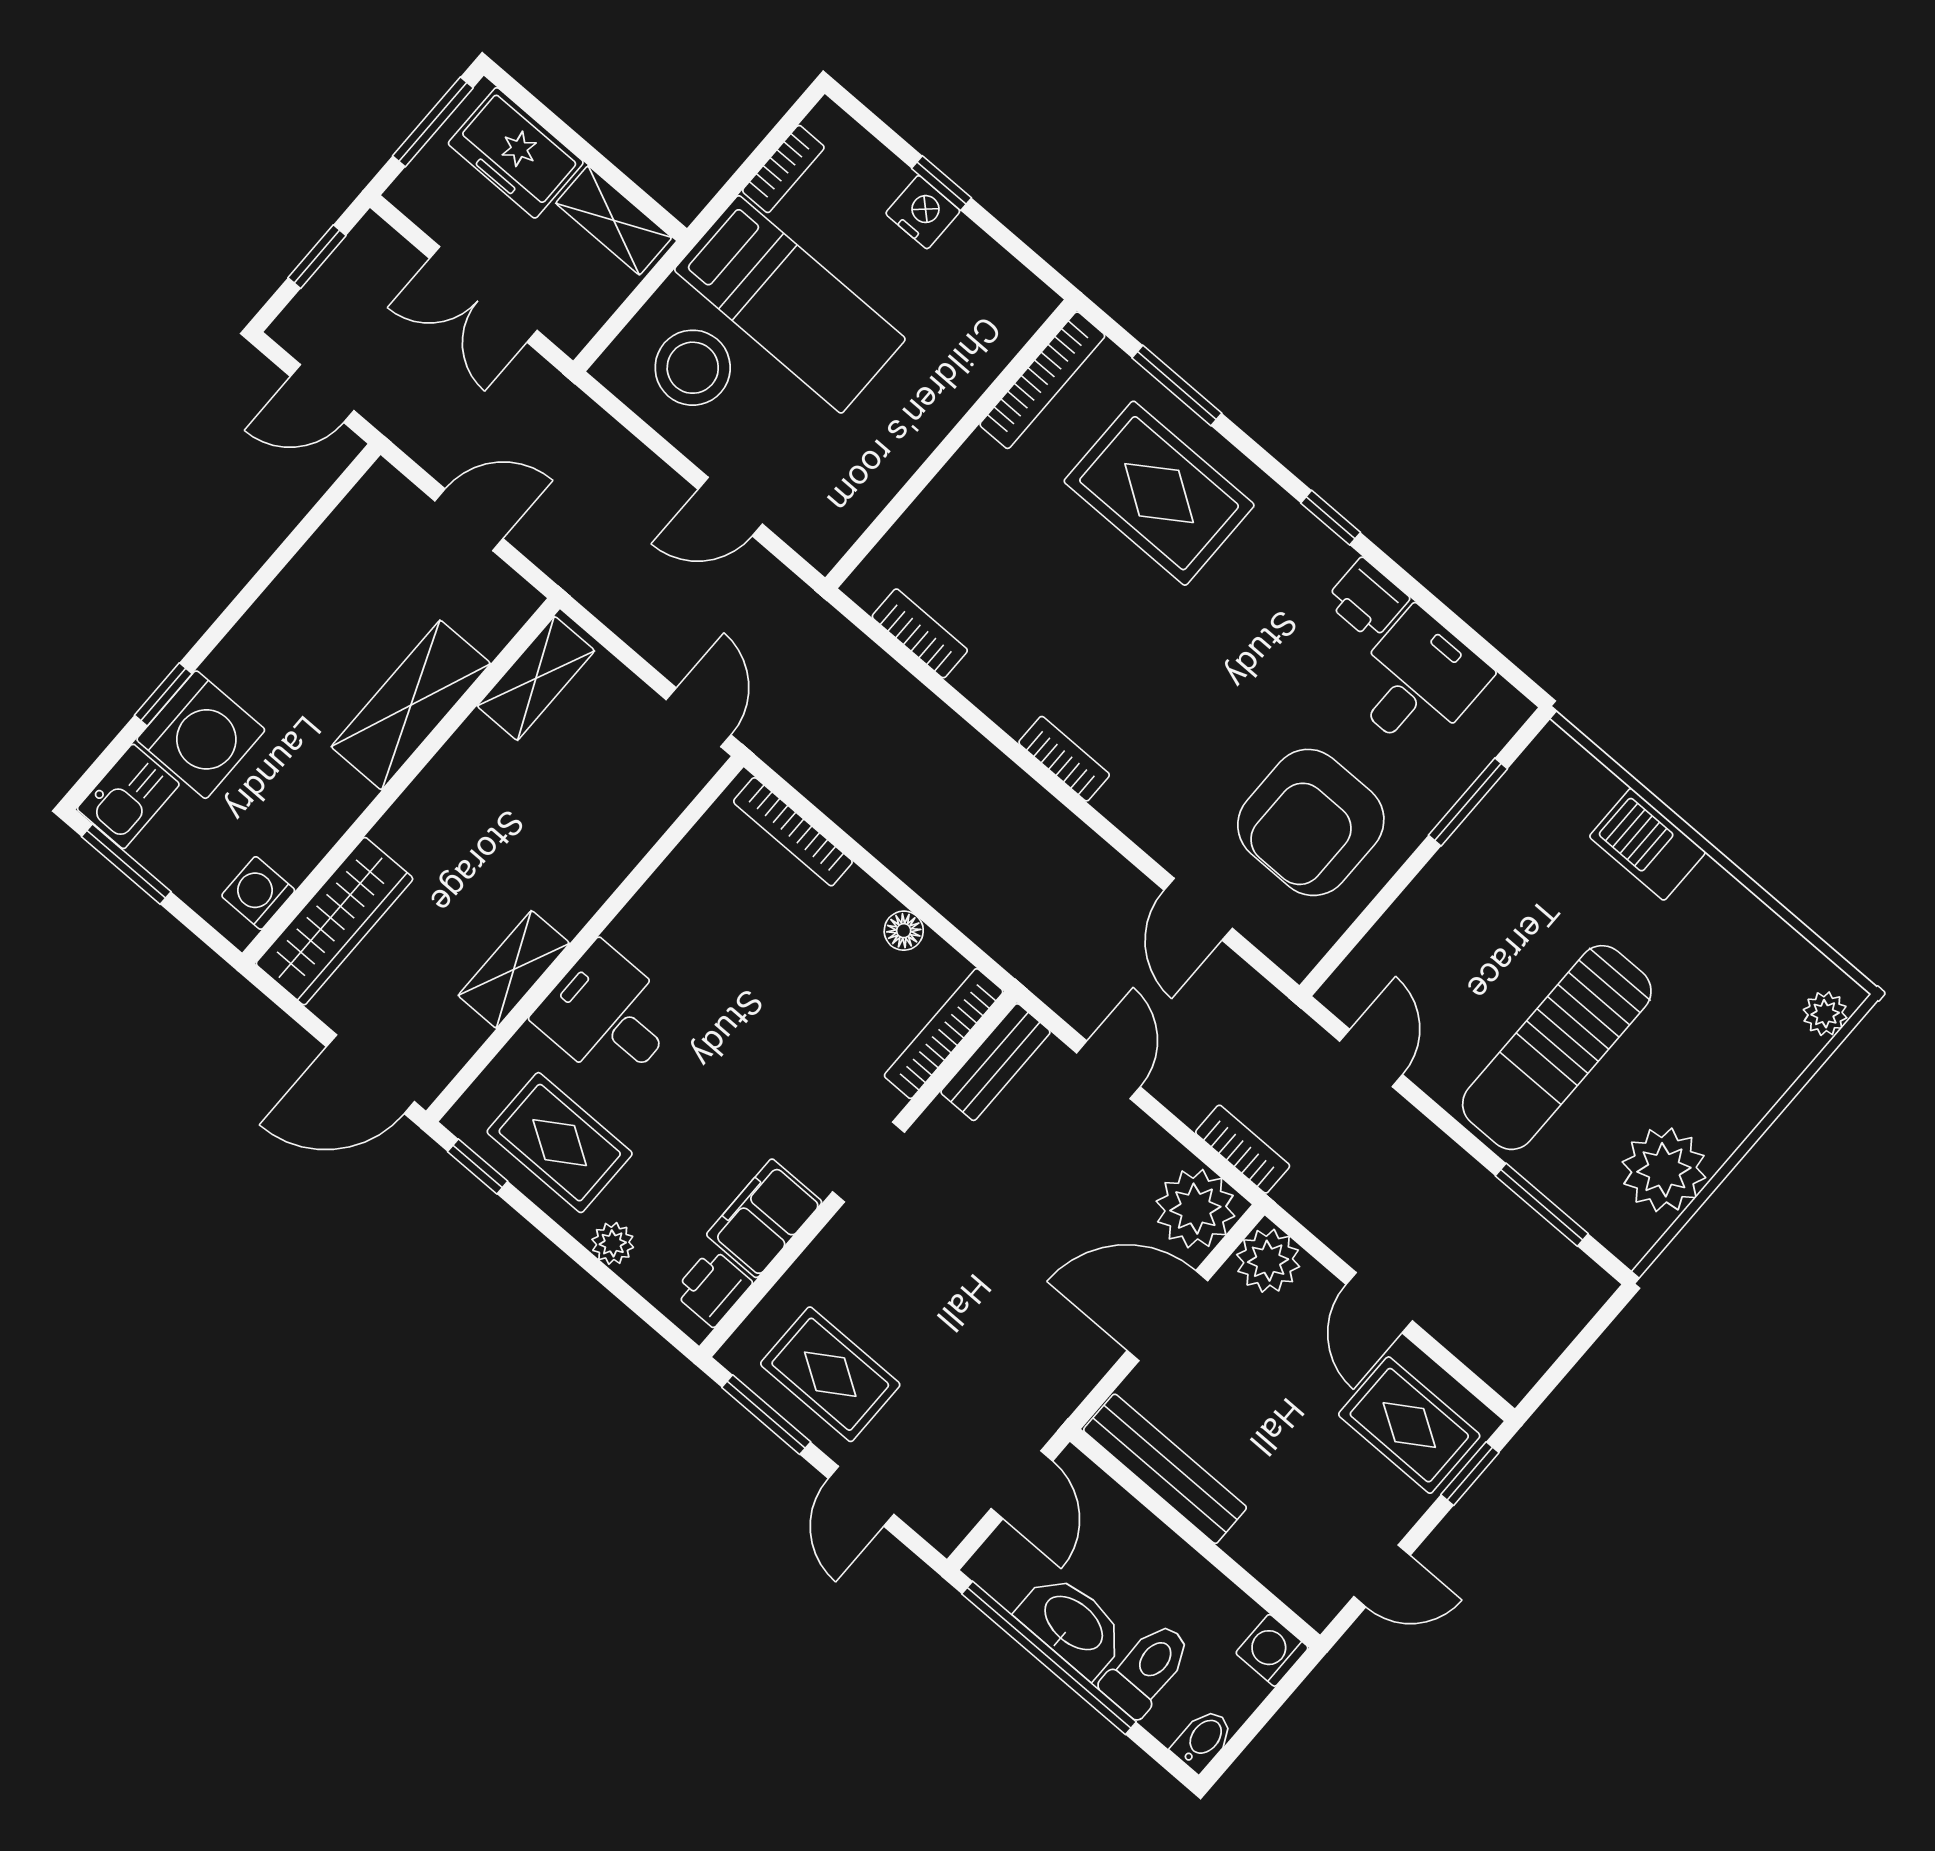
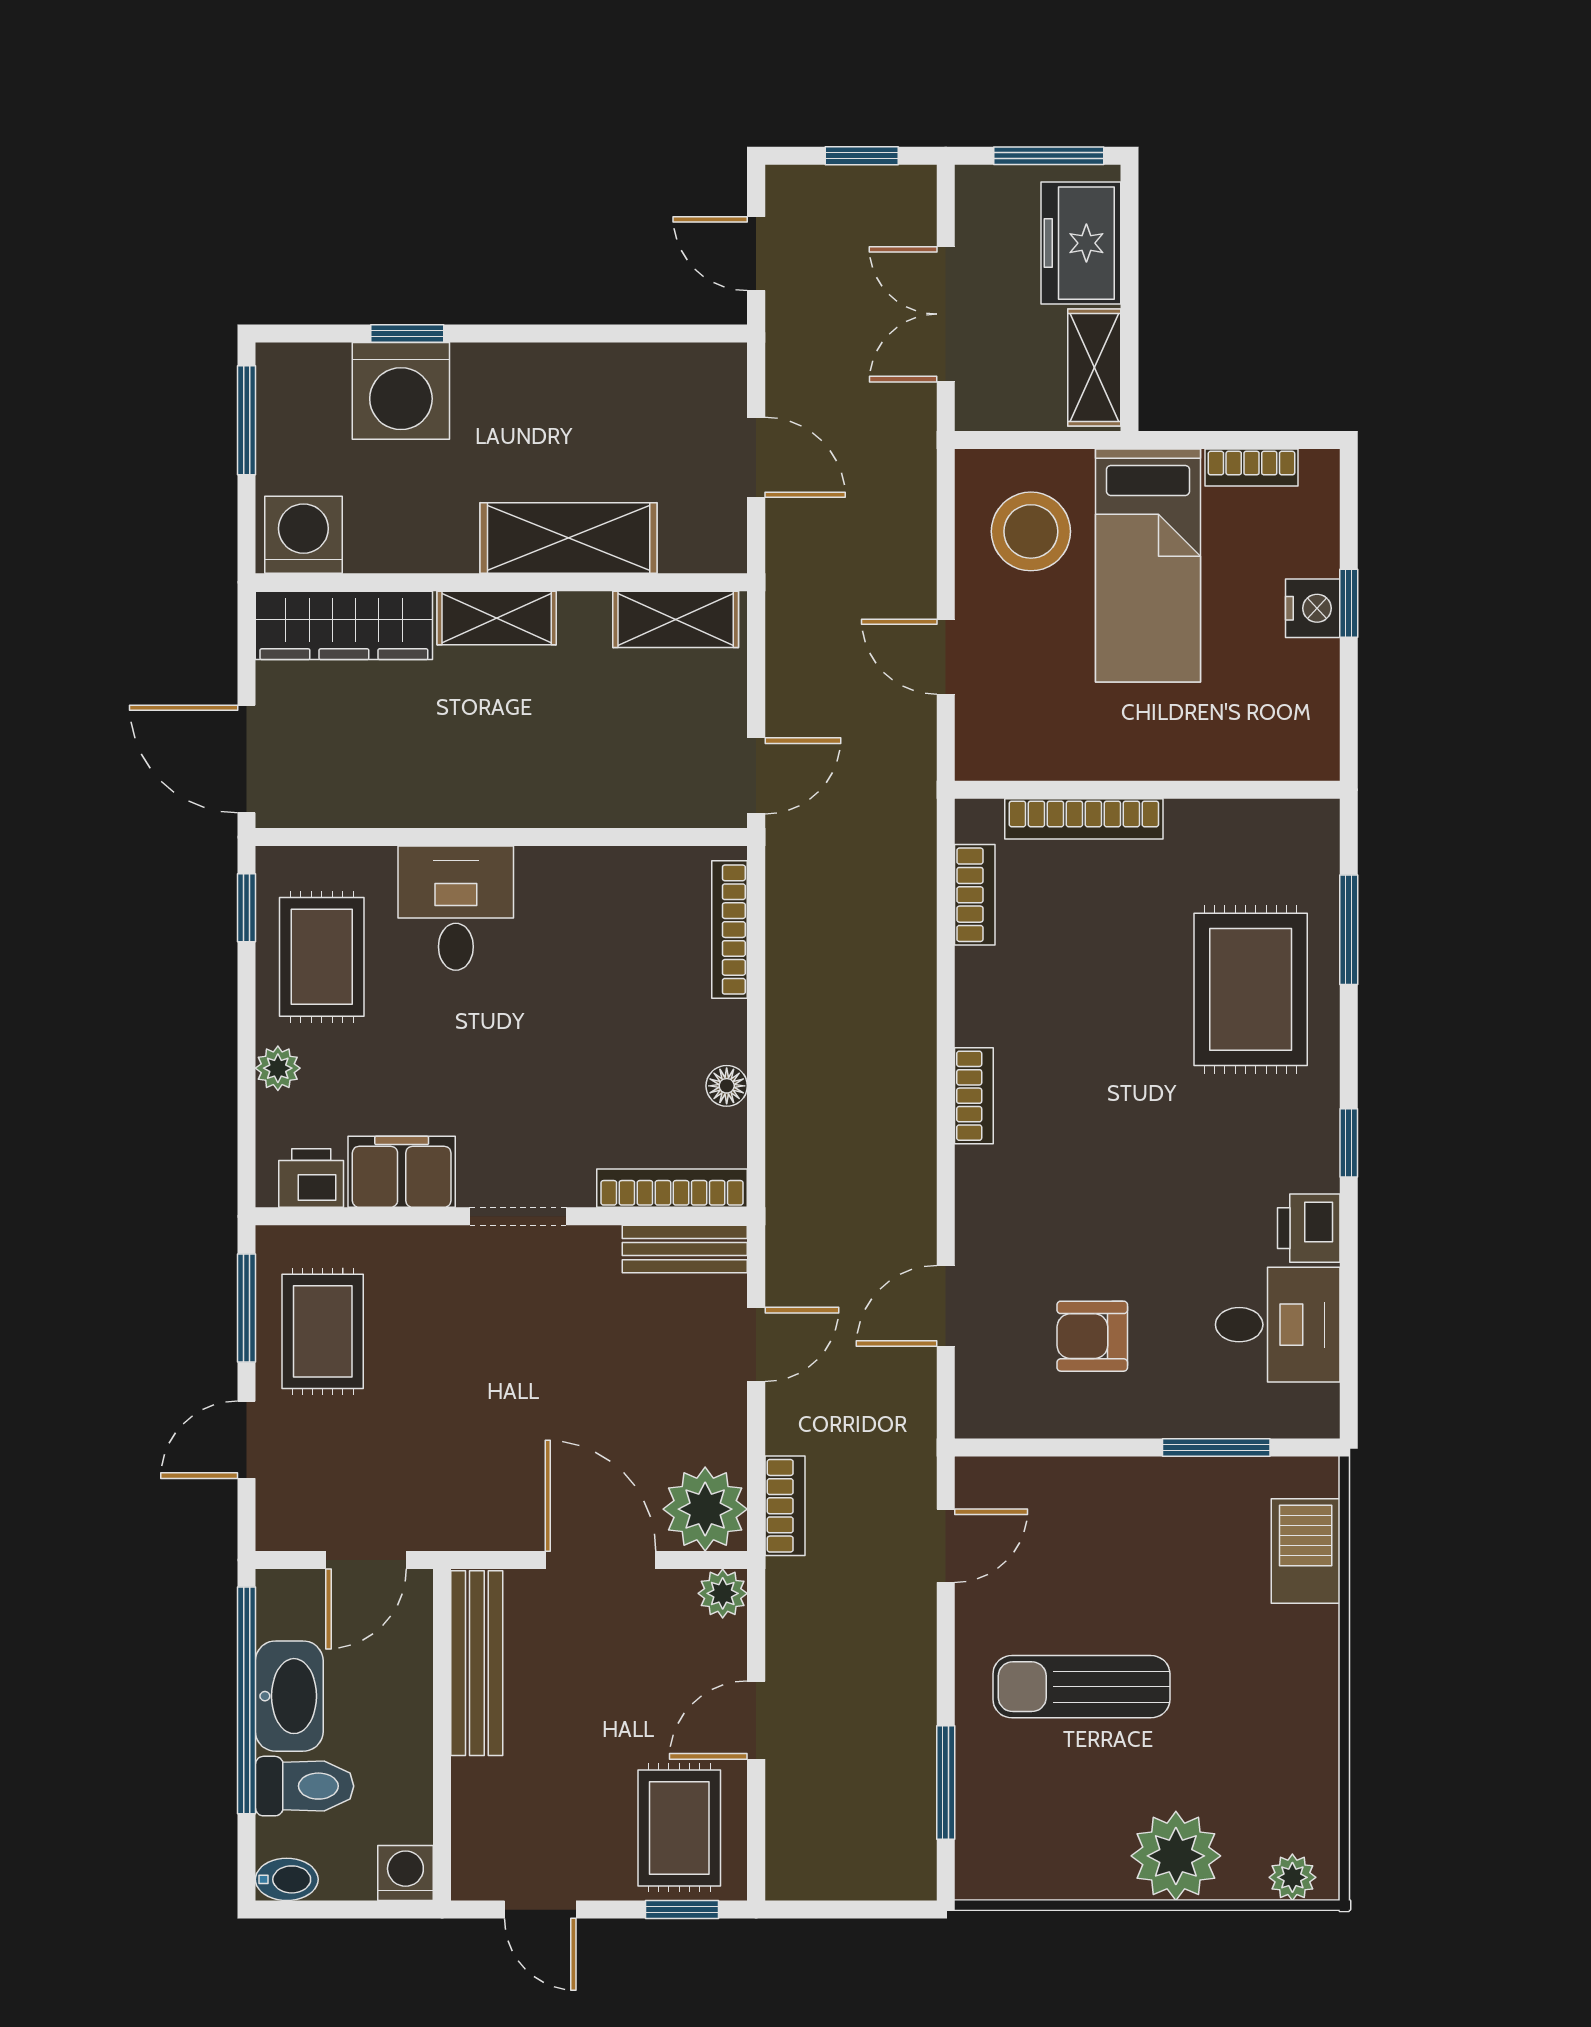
bookcase: (1042, 380) -> (1084, 819), moved
kitchen sink: (128, 796) -> (302, 375), removed
armchair: (1311, 822) -> (1092, 1336), width x0.53, depth x0.53
barbecue: (1647, 844) -> (1306, 1551), moved
washing machine: (258, 893) -> (303, 535), width x1.38, depth x1.38
shelving: (514, 969) -> (497, 618), moved
sun lounger: (1557, 1048) -> (1081, 1687), width x0.73, depth x0.75
plant: (1664, 1170) -> (1176, 1856), moved
plant: (1268, 1261) -> (723, 1593), width x0.73, depth x0.73

